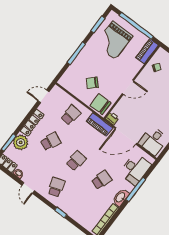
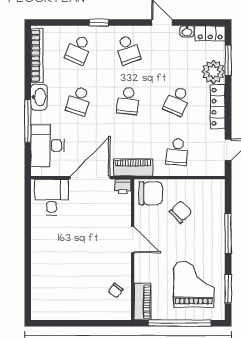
door: (128, 87) -> (133, 240), swing flipped
school desk: (82, 206) -> (79, 50), added

